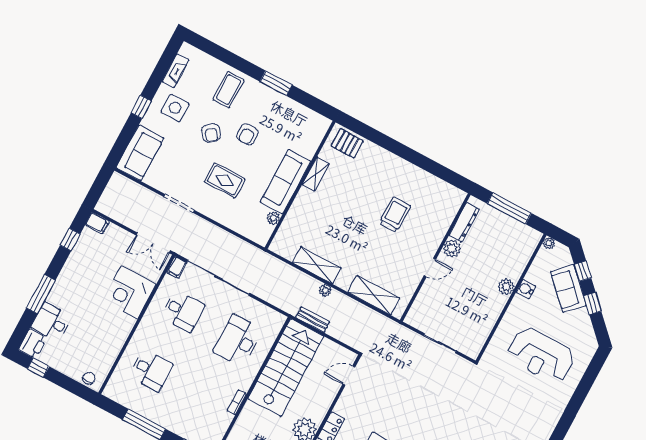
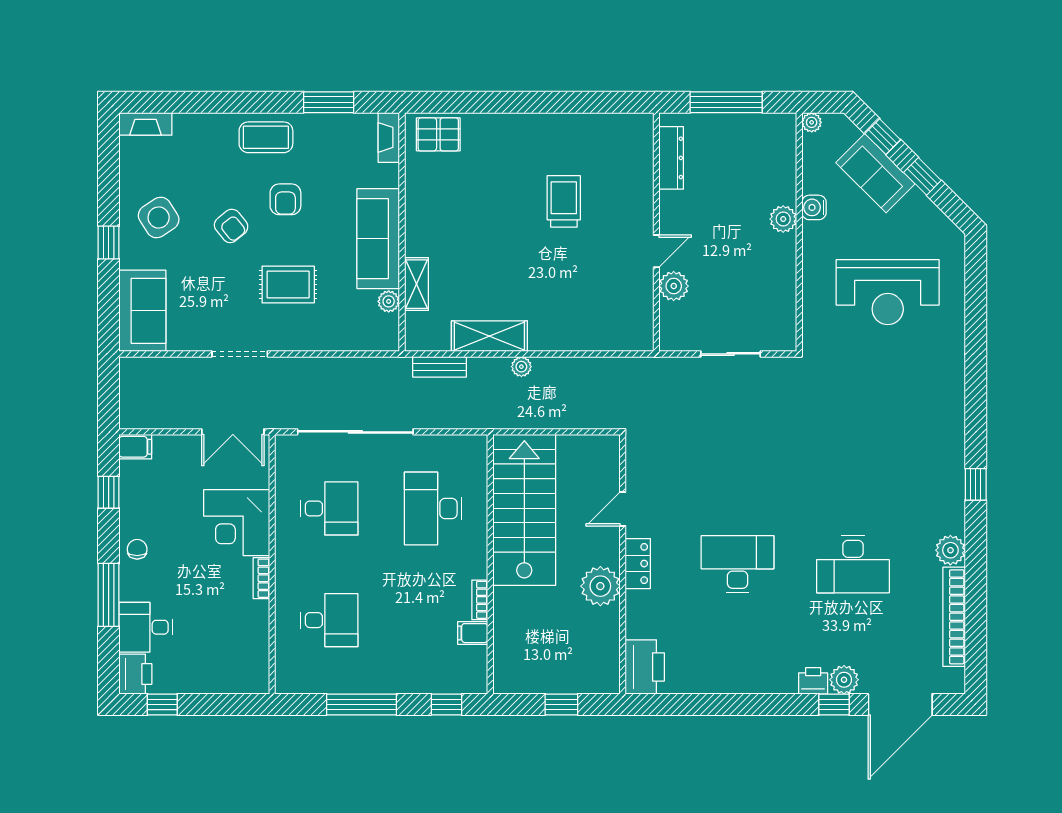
fireplace: (175, 71) -> (145, 124), moved, turned 90
window: (276, 83) -> (329, 102), moved
coffee table: (228, 90) -> (266, 137), moved, turned 90
side table: (175, 108) -> (159, 218), turned -33
fireplace: (320, 131) -> (389, 137), added
shelving: (316, 174) -> (416, 284), moved
plant: (452, 248) -> (674, 286), moved
filing cabinet: (177, 267) -> (473, 633), moved, turned 90
shelving: (374, 295) -> (596, 335), removed
bench: (313, 320) -> (440, 367), moved
bookcase: (127, 329) -> (261, 578), added
door: (349, 375) -> (623, 509), moved
chair: (89, 378) -> (137, 549), moved

